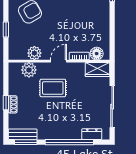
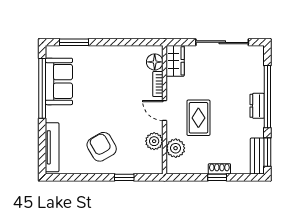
dresser: (92, 134) -> (257, 106), moved

